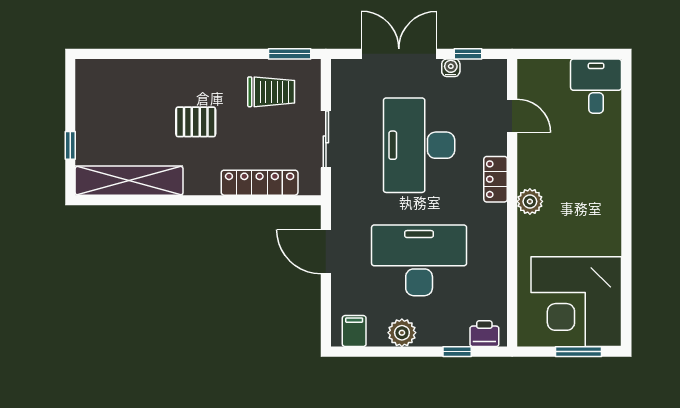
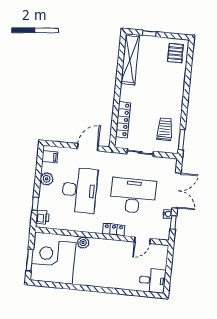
trolley: (271, 92) -> (165, 129), turned 180
pallet: (196, 122) -> (175, 53), moved
plant: (530, 201) -> (83, 243), moved

